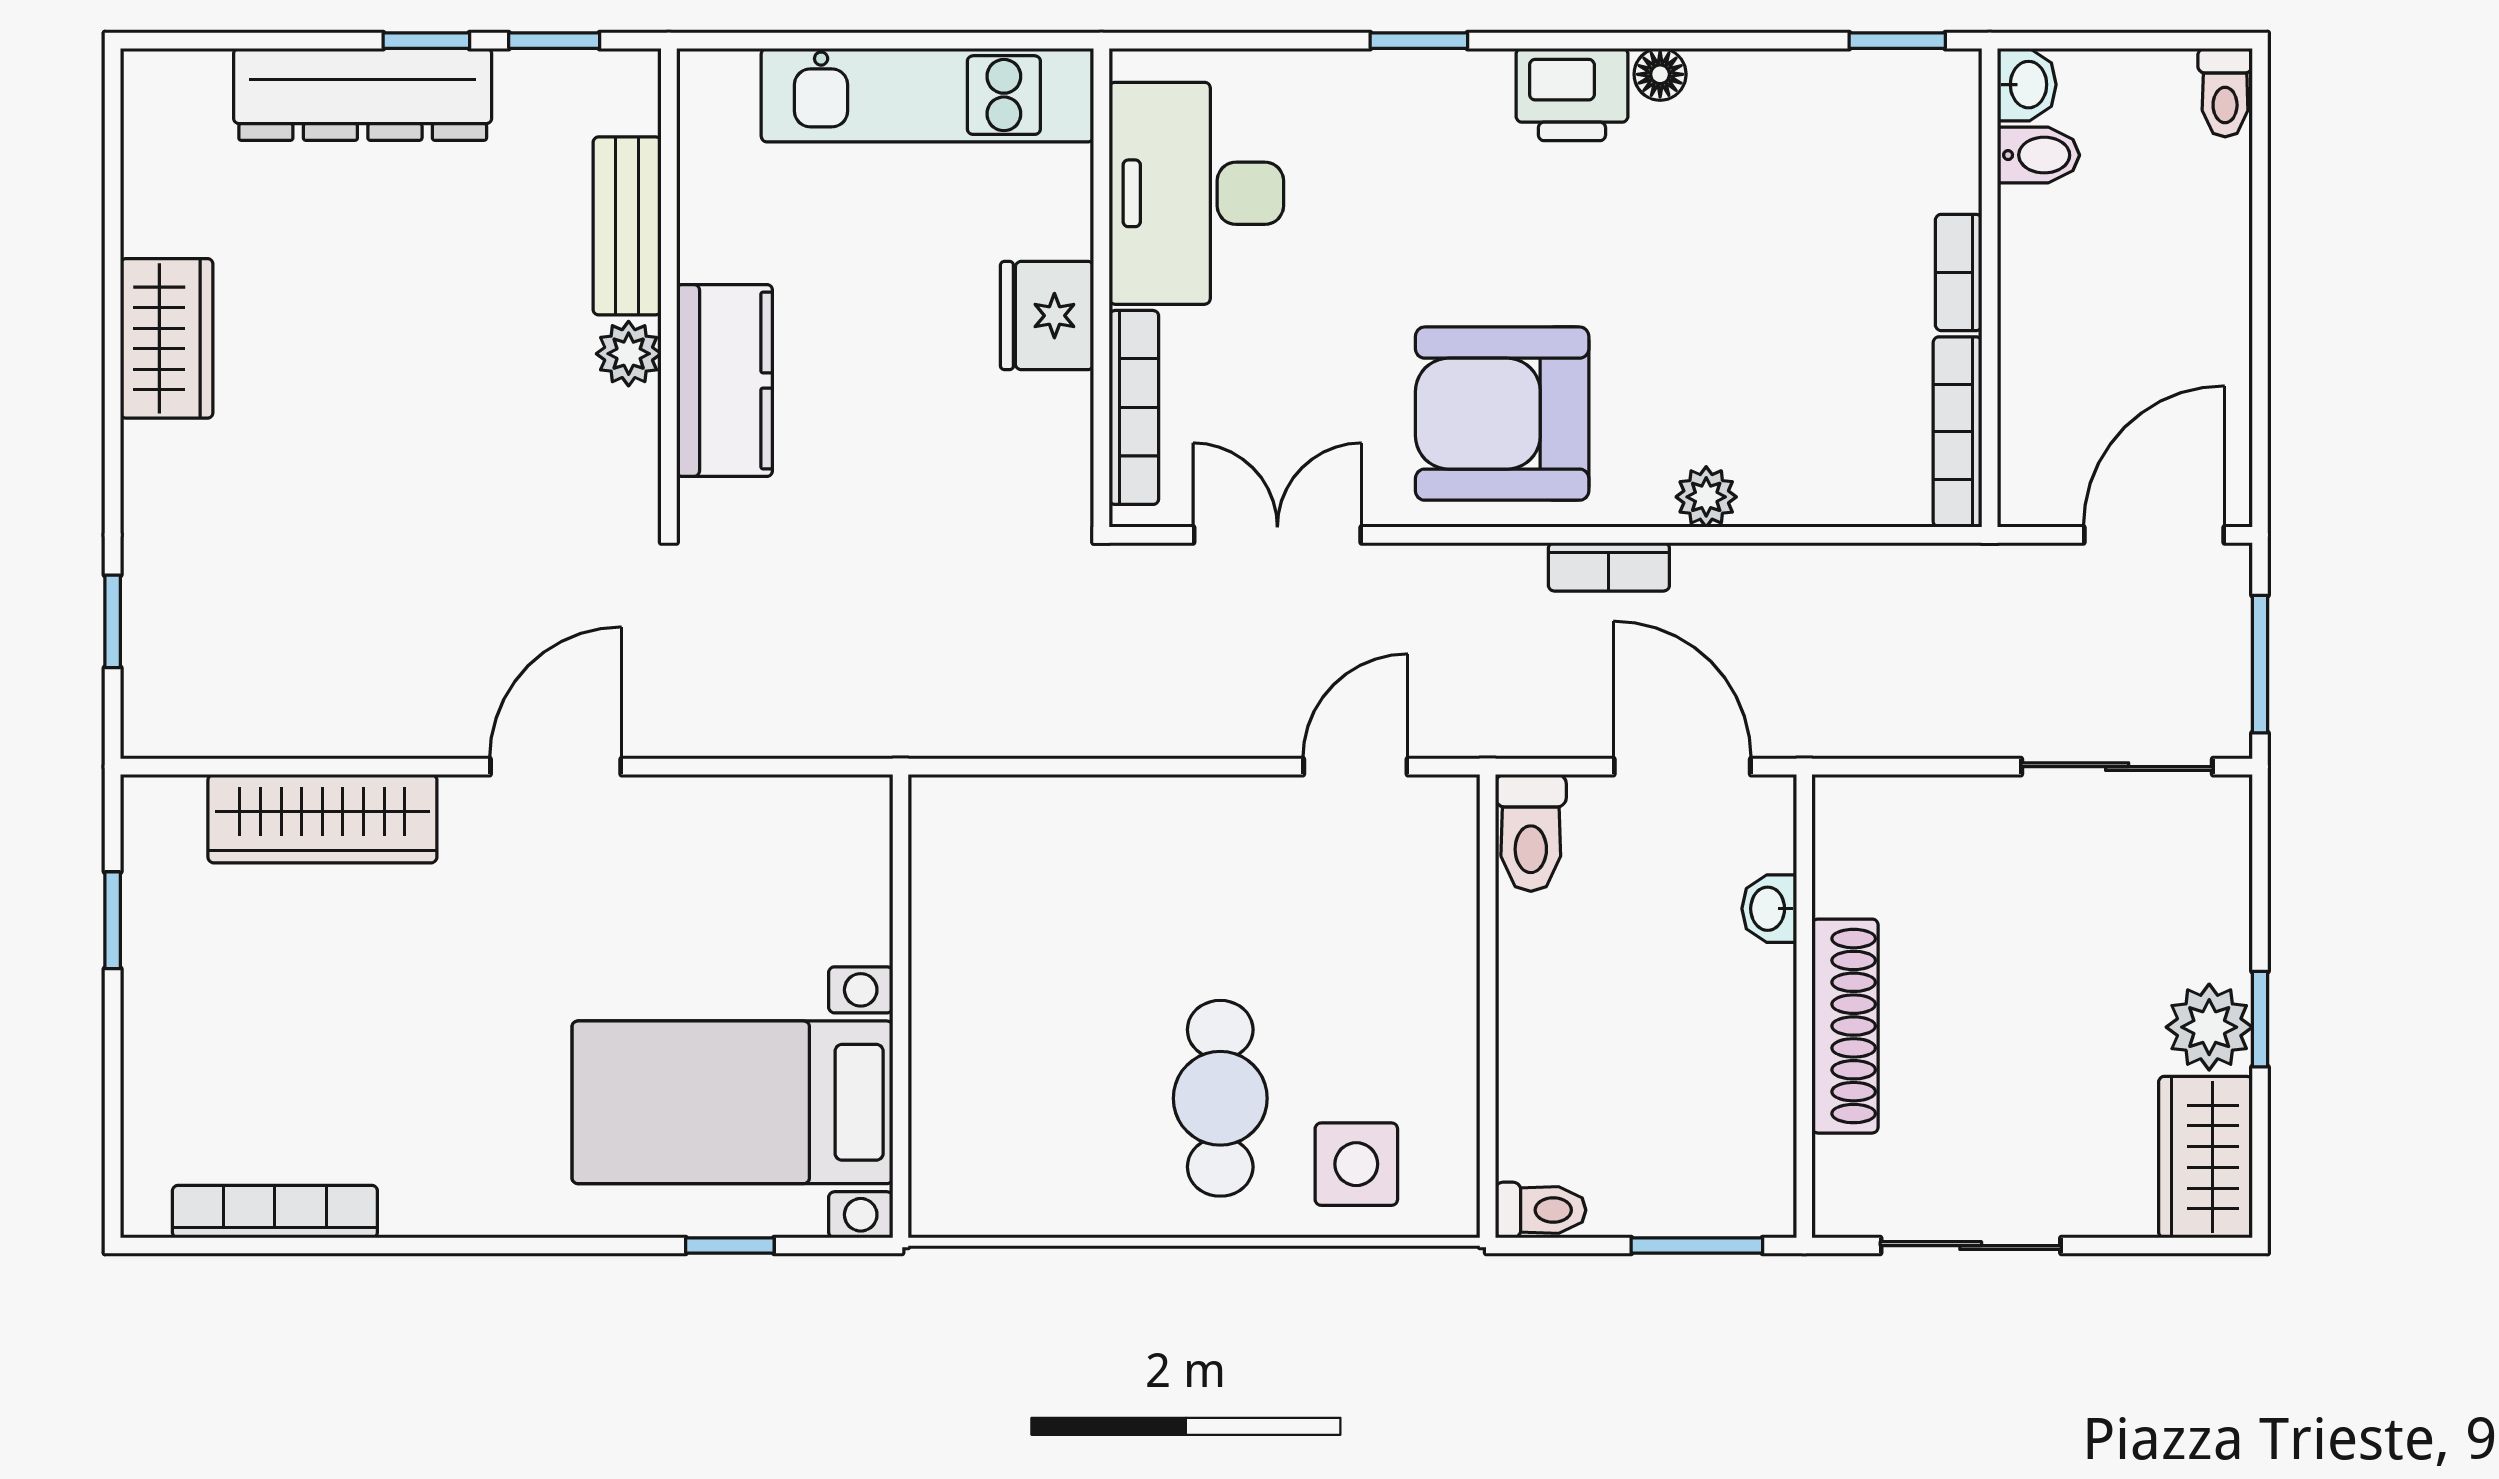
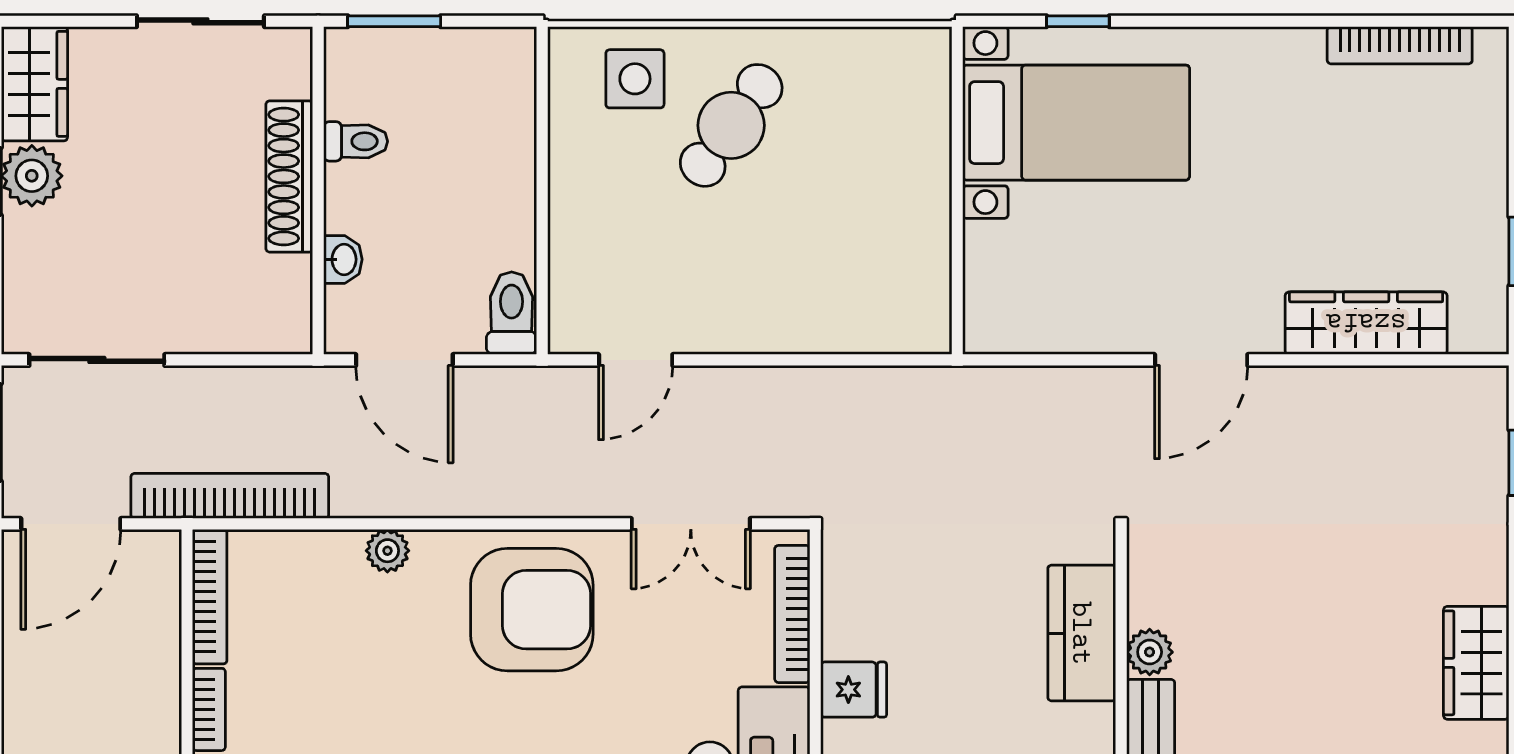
fridge: (1047, 316) -> (854, 690), width x0.72
bookcase: (1609, 567) -> (230, 496), moved, width x2.31, depth x1.31
cafe table: (1220, 1098) -> (731, 125), turned 36
toilet: (1541, 1210) -> (356, 141), moved, turned 180

